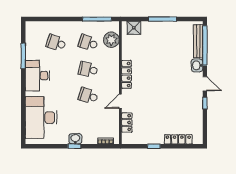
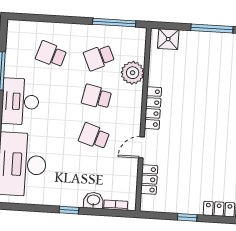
plant: (111, 40) -> (133, 73), moved
school desk: (88, 43) -> (99, 57), turned -42
washbasin: (75, 139) -> (93, 200), moved

